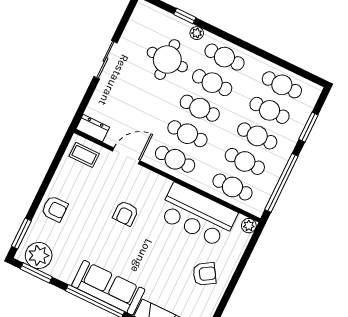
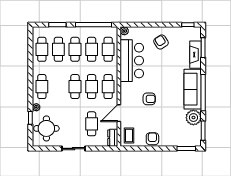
round table: (167, 60) -> (46, 128), moved
cafe table: (212, 83) -> (92, 124), moved
door: (126, 156) -> (119, 113), hinge flipped
armchair: (55, 209) -> (152, 139), moved
plant: (39, 255) -> (193, 118), moved

